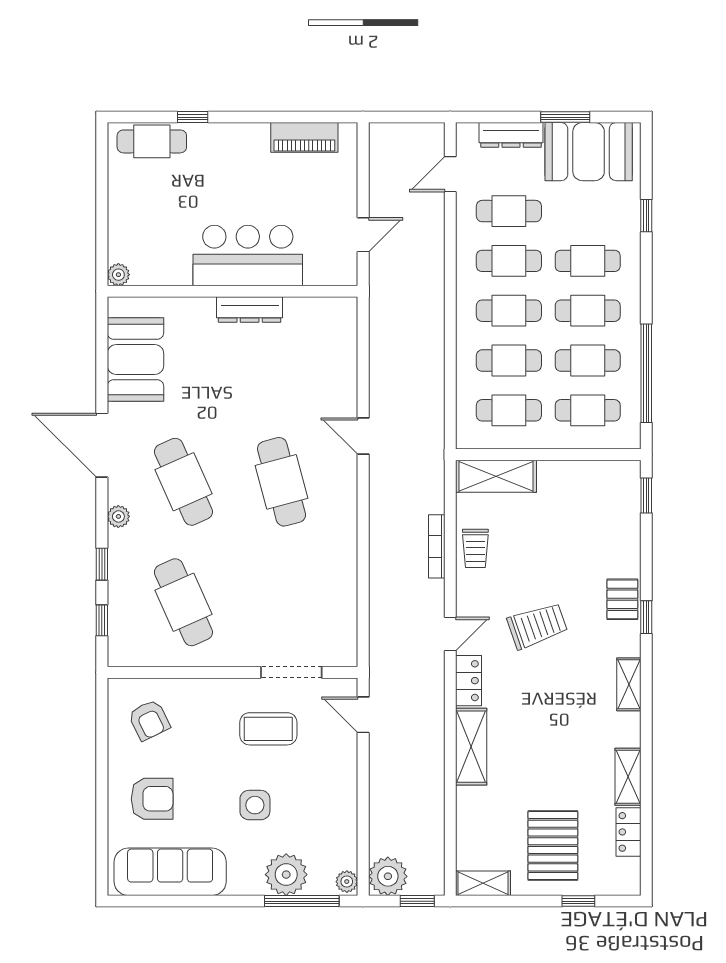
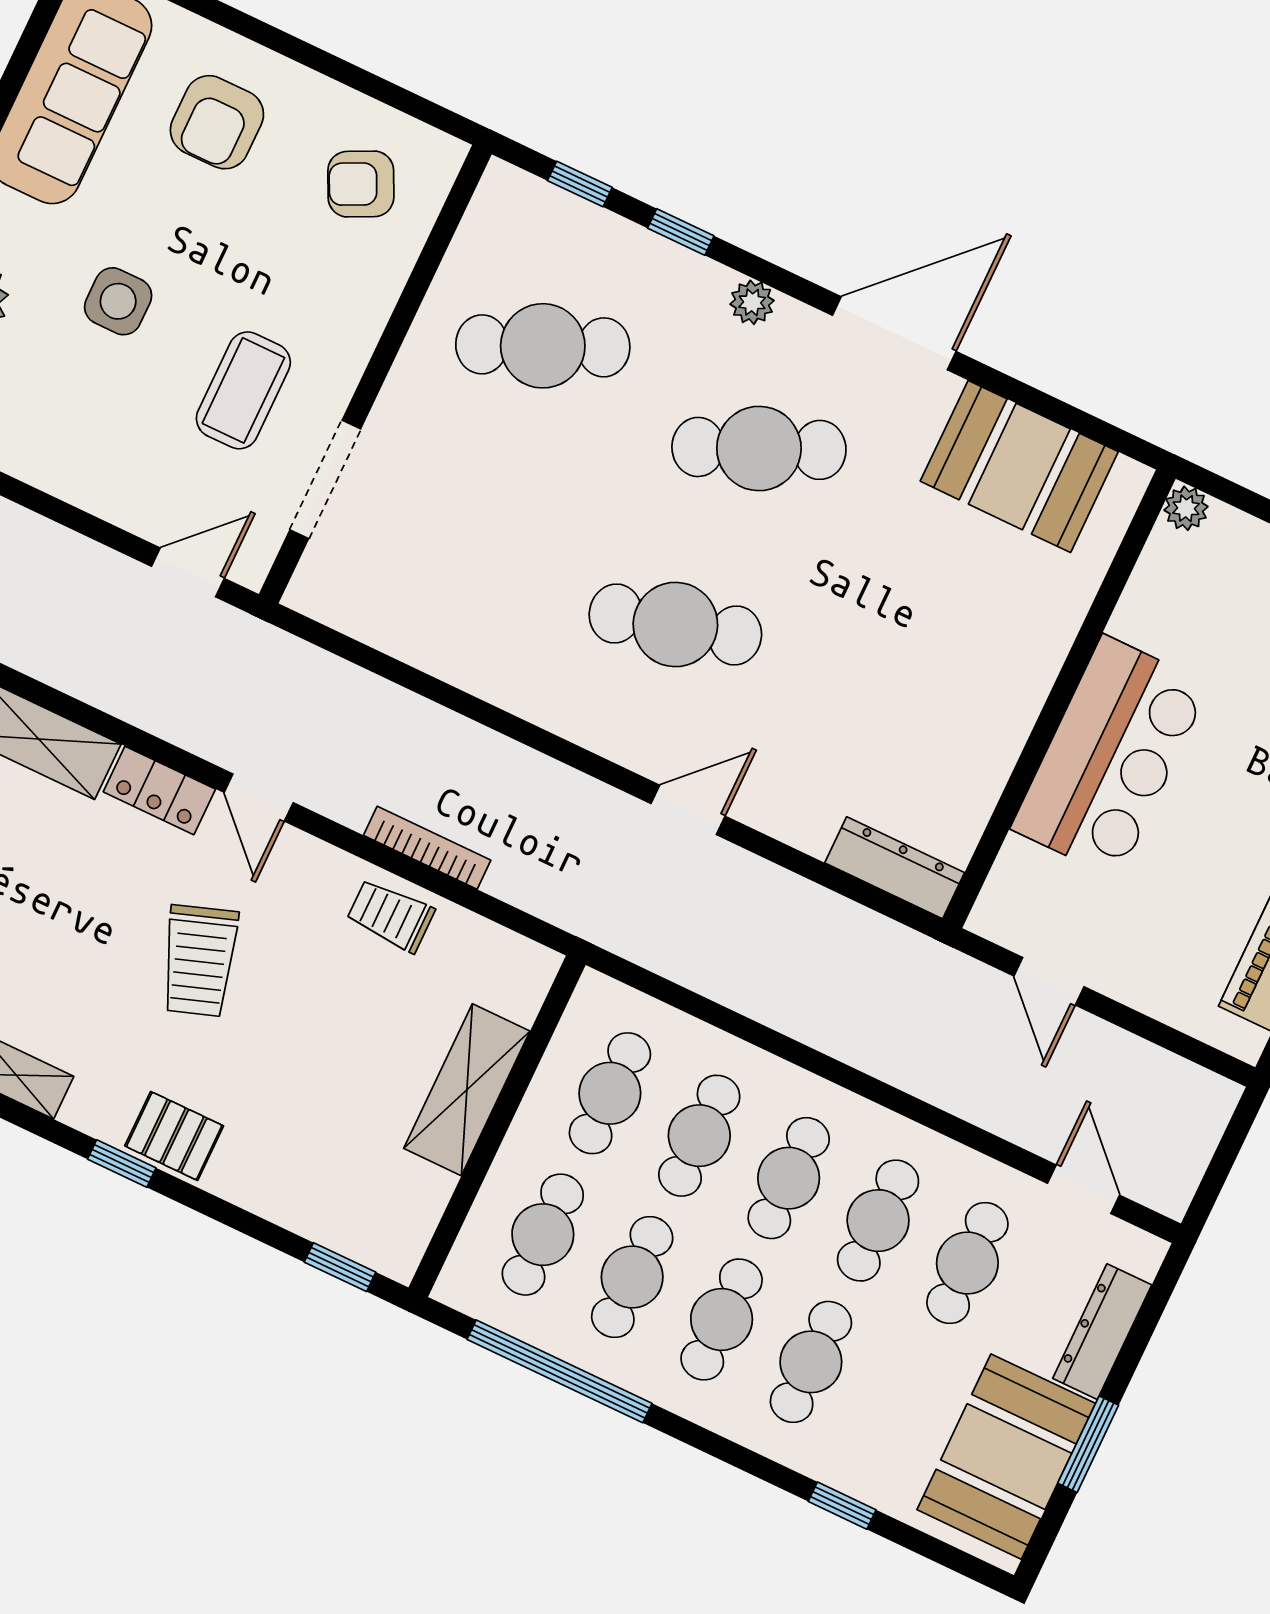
dresser: (250, 310) -> (895, 868), moved, turned 90
shelving: (496, 476) -> (467, 1090), moved

